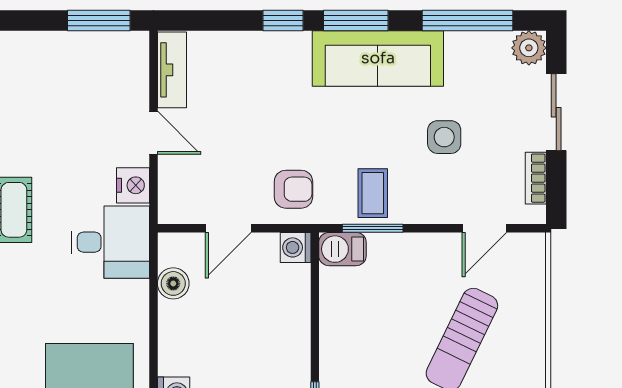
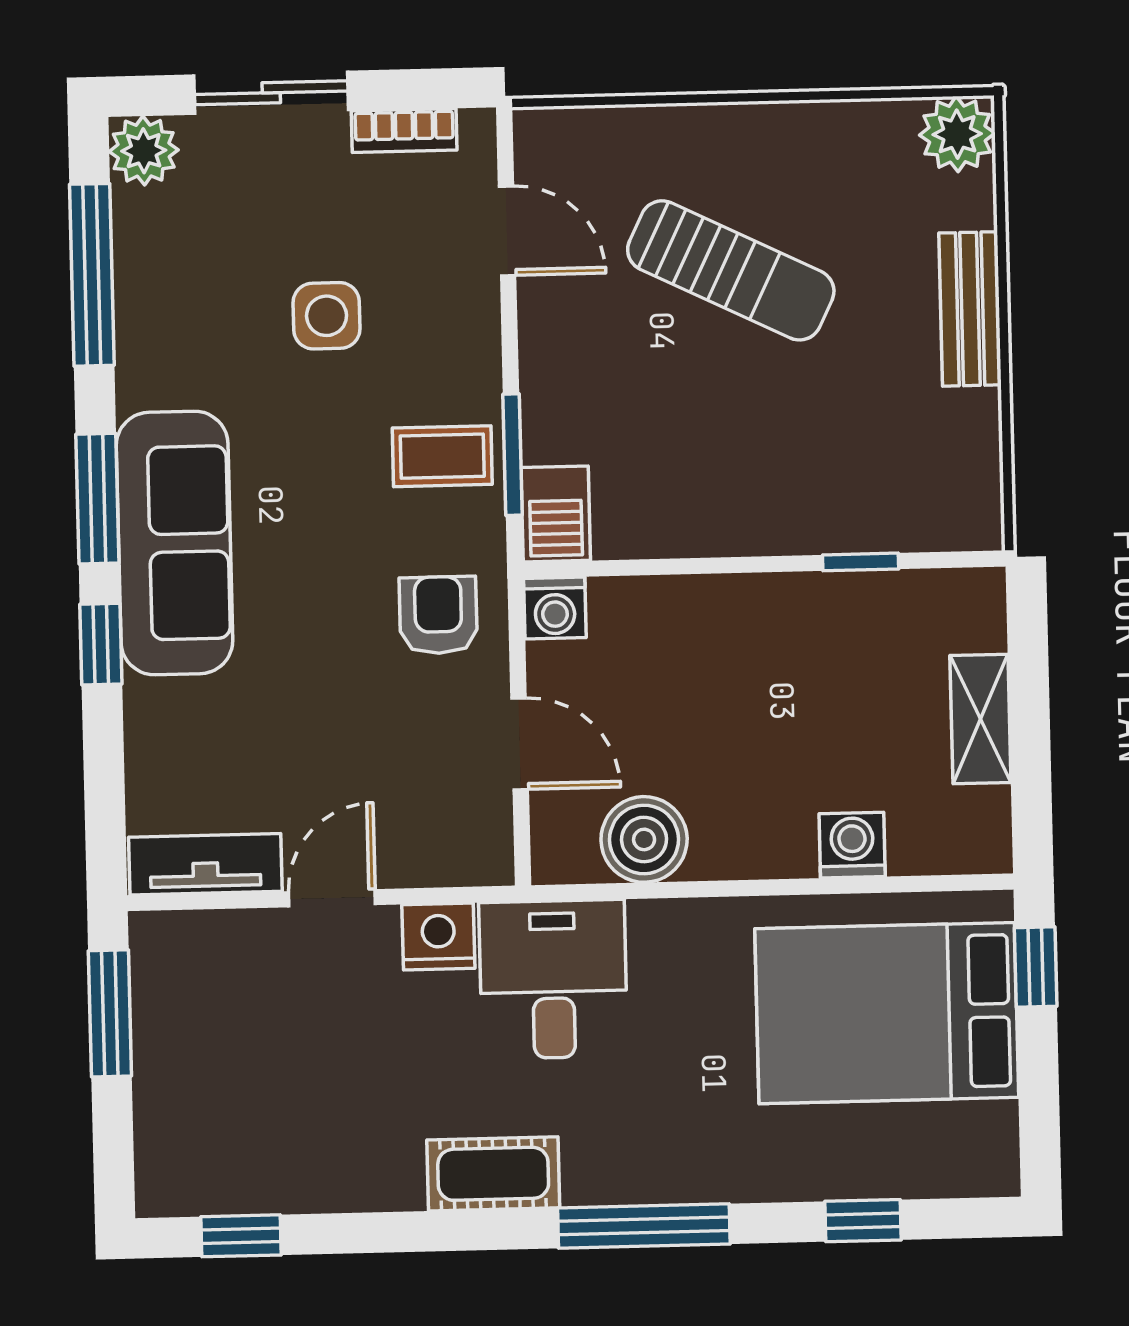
sofa: (378, 58) -> (175, 543), moved
boiler: (173, 283) -> (644, 839), width x1.36, depth x1.36

